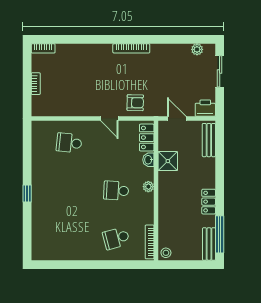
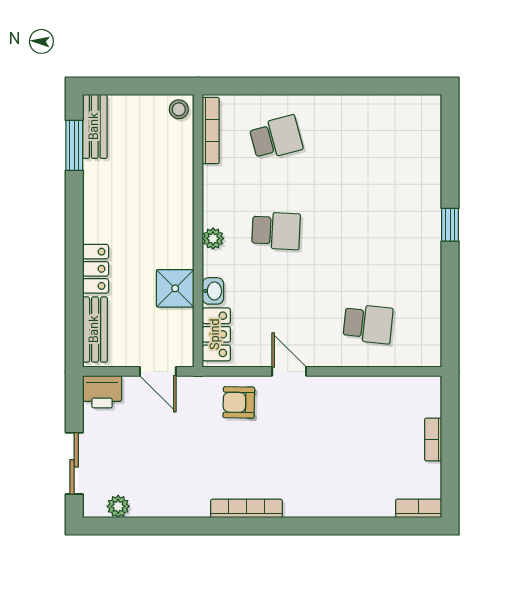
locker: (209, 202) -> (96, 269), moved
window: (220, 234) -> (74, 145), width x0.69

